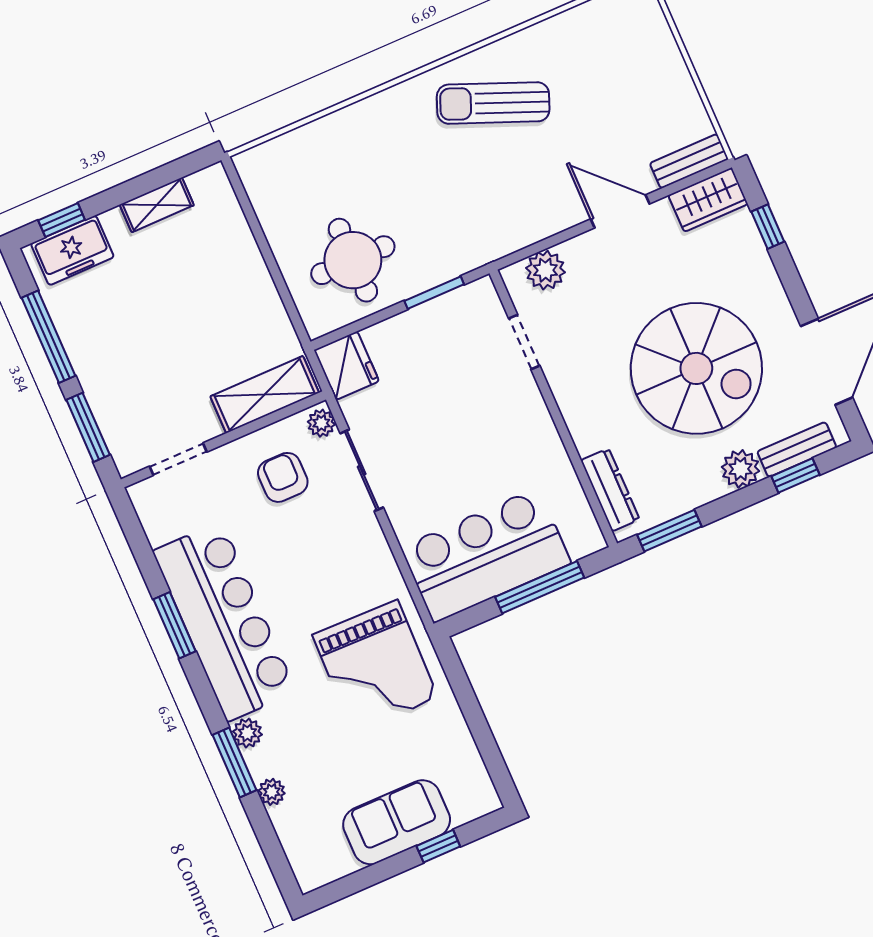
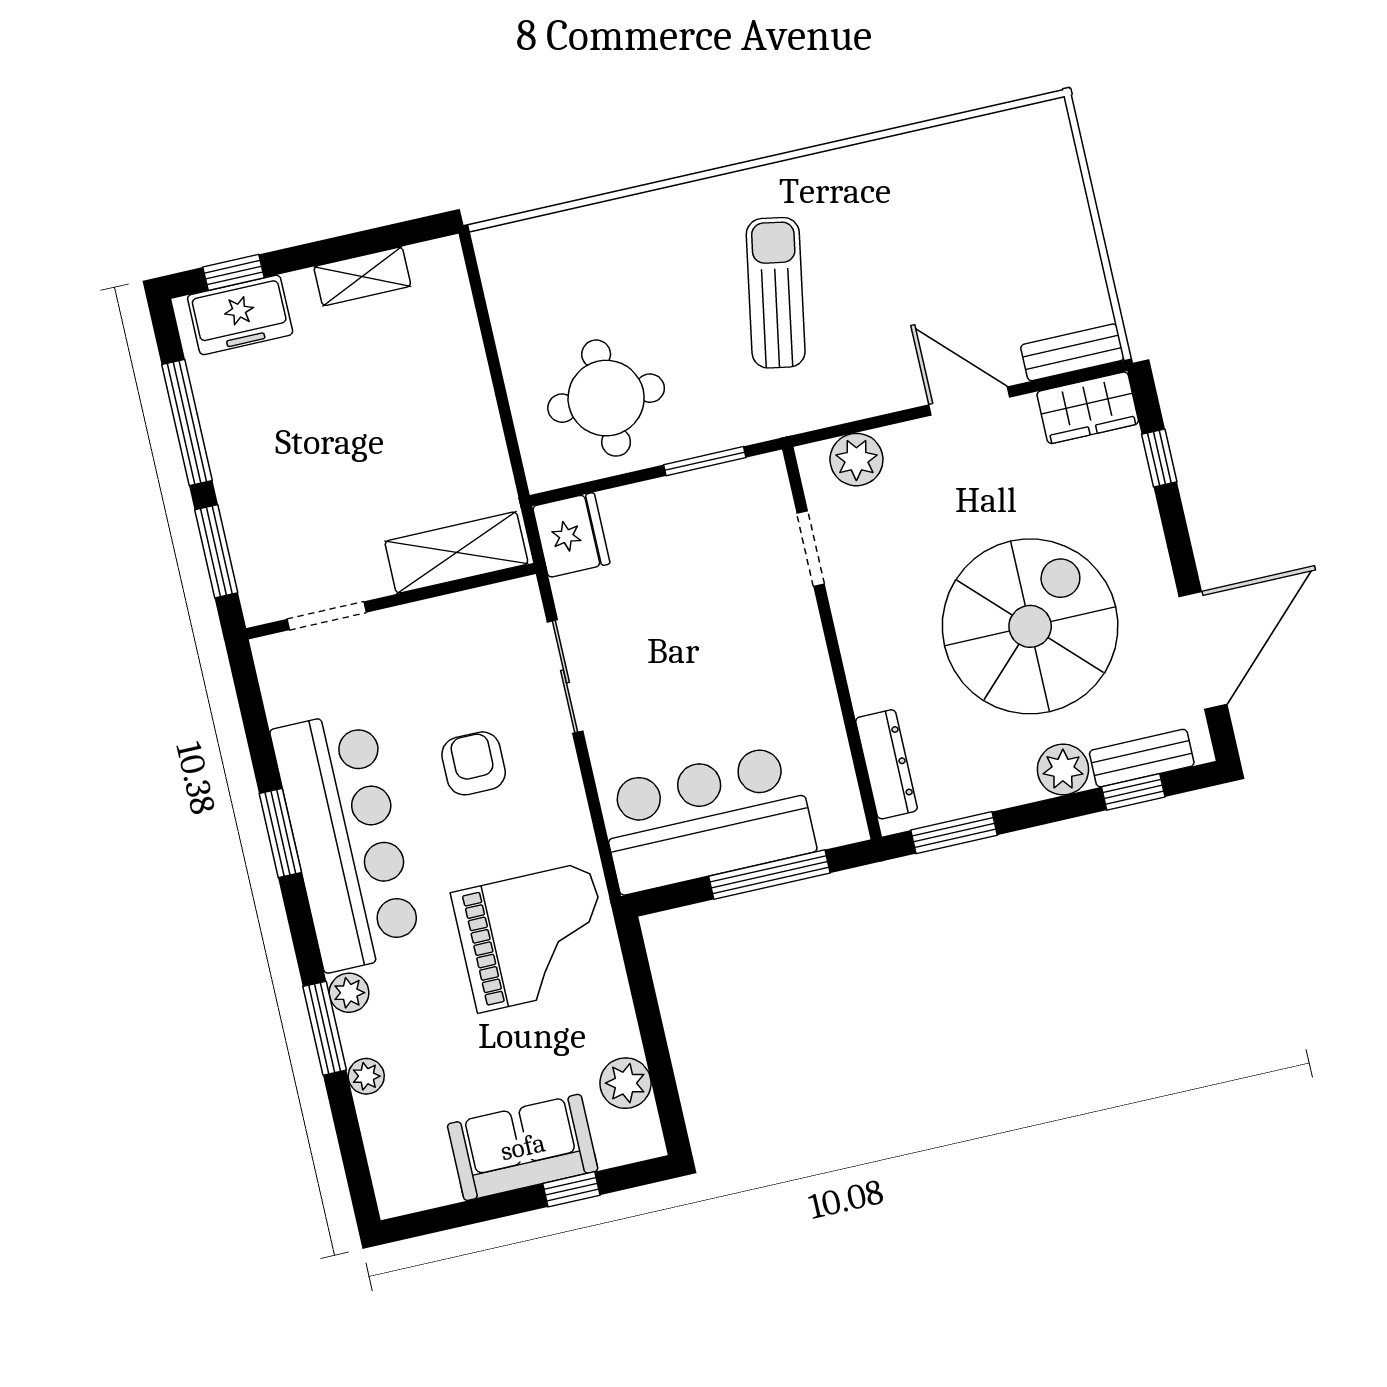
sun lounger: (493, 103) -> (776, 293), moved, turned 78
spiral stairs: (696, 368) -> (1030, 626), turned -90
plant: (321, 423) -> (625, 1083), moved, width x1.38, depth x1.38
armchair: (283, 477) -> (474, 763), moved
grand piano: (375, 666) -> (534, 937), turned -91

